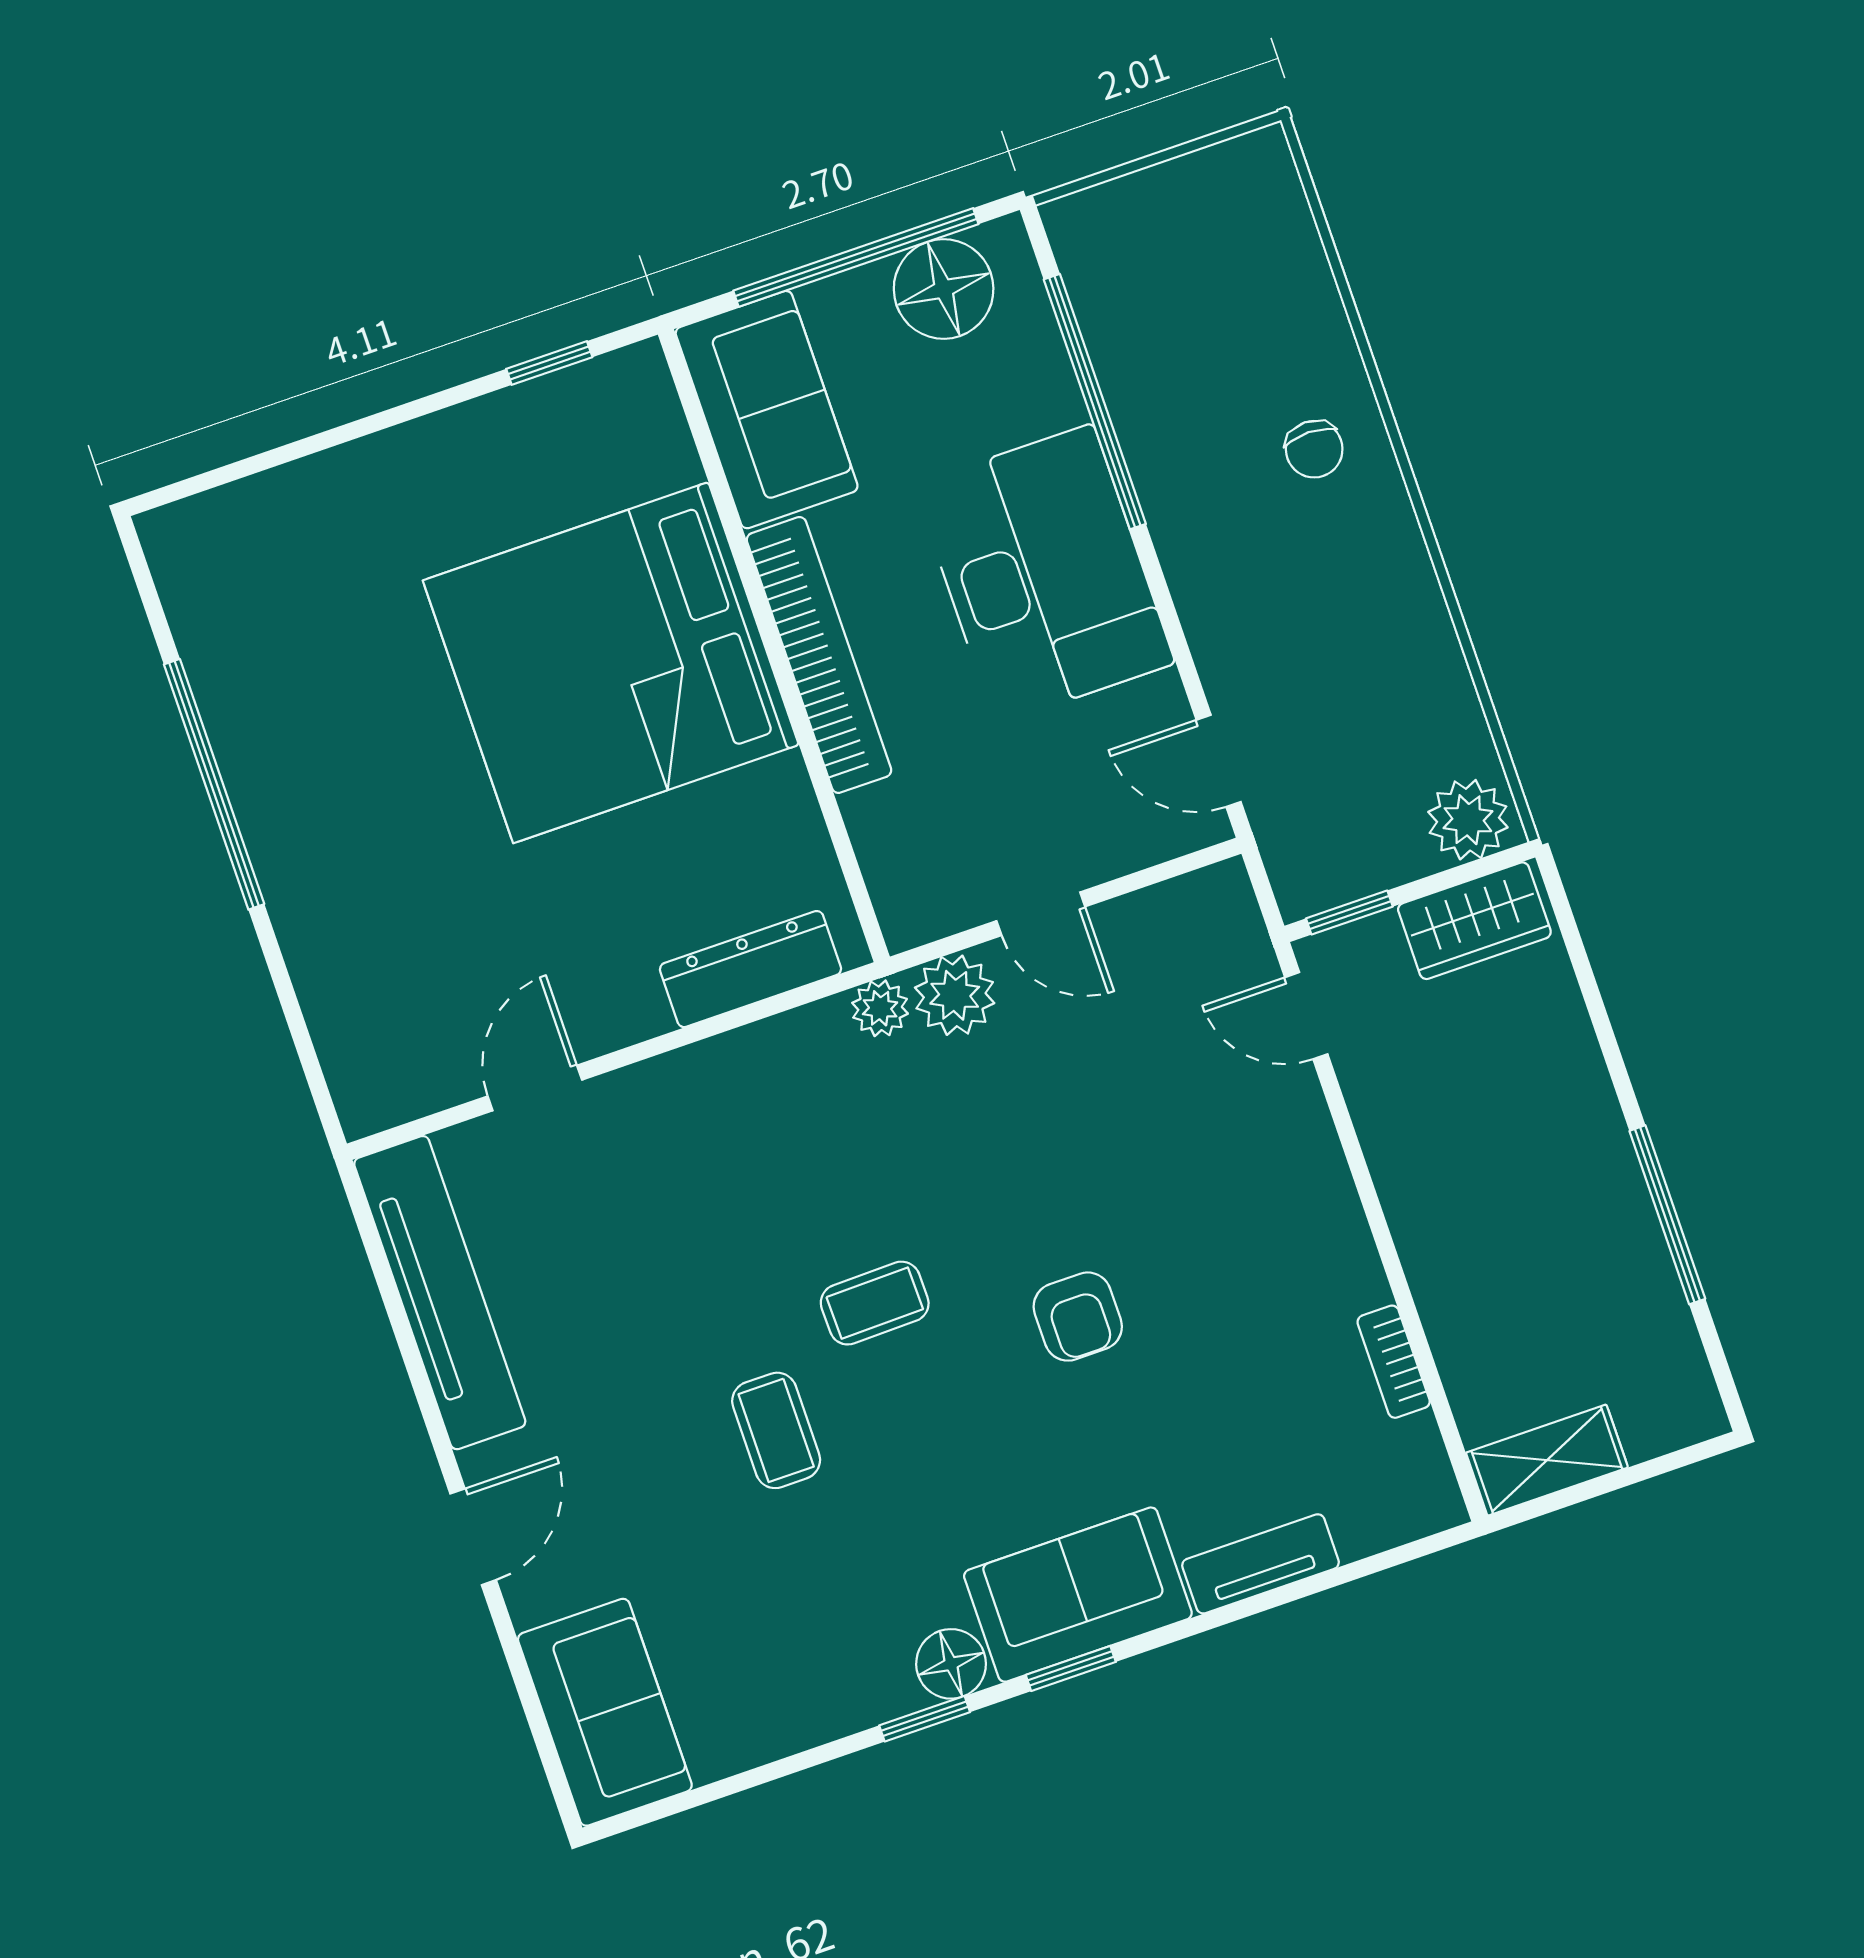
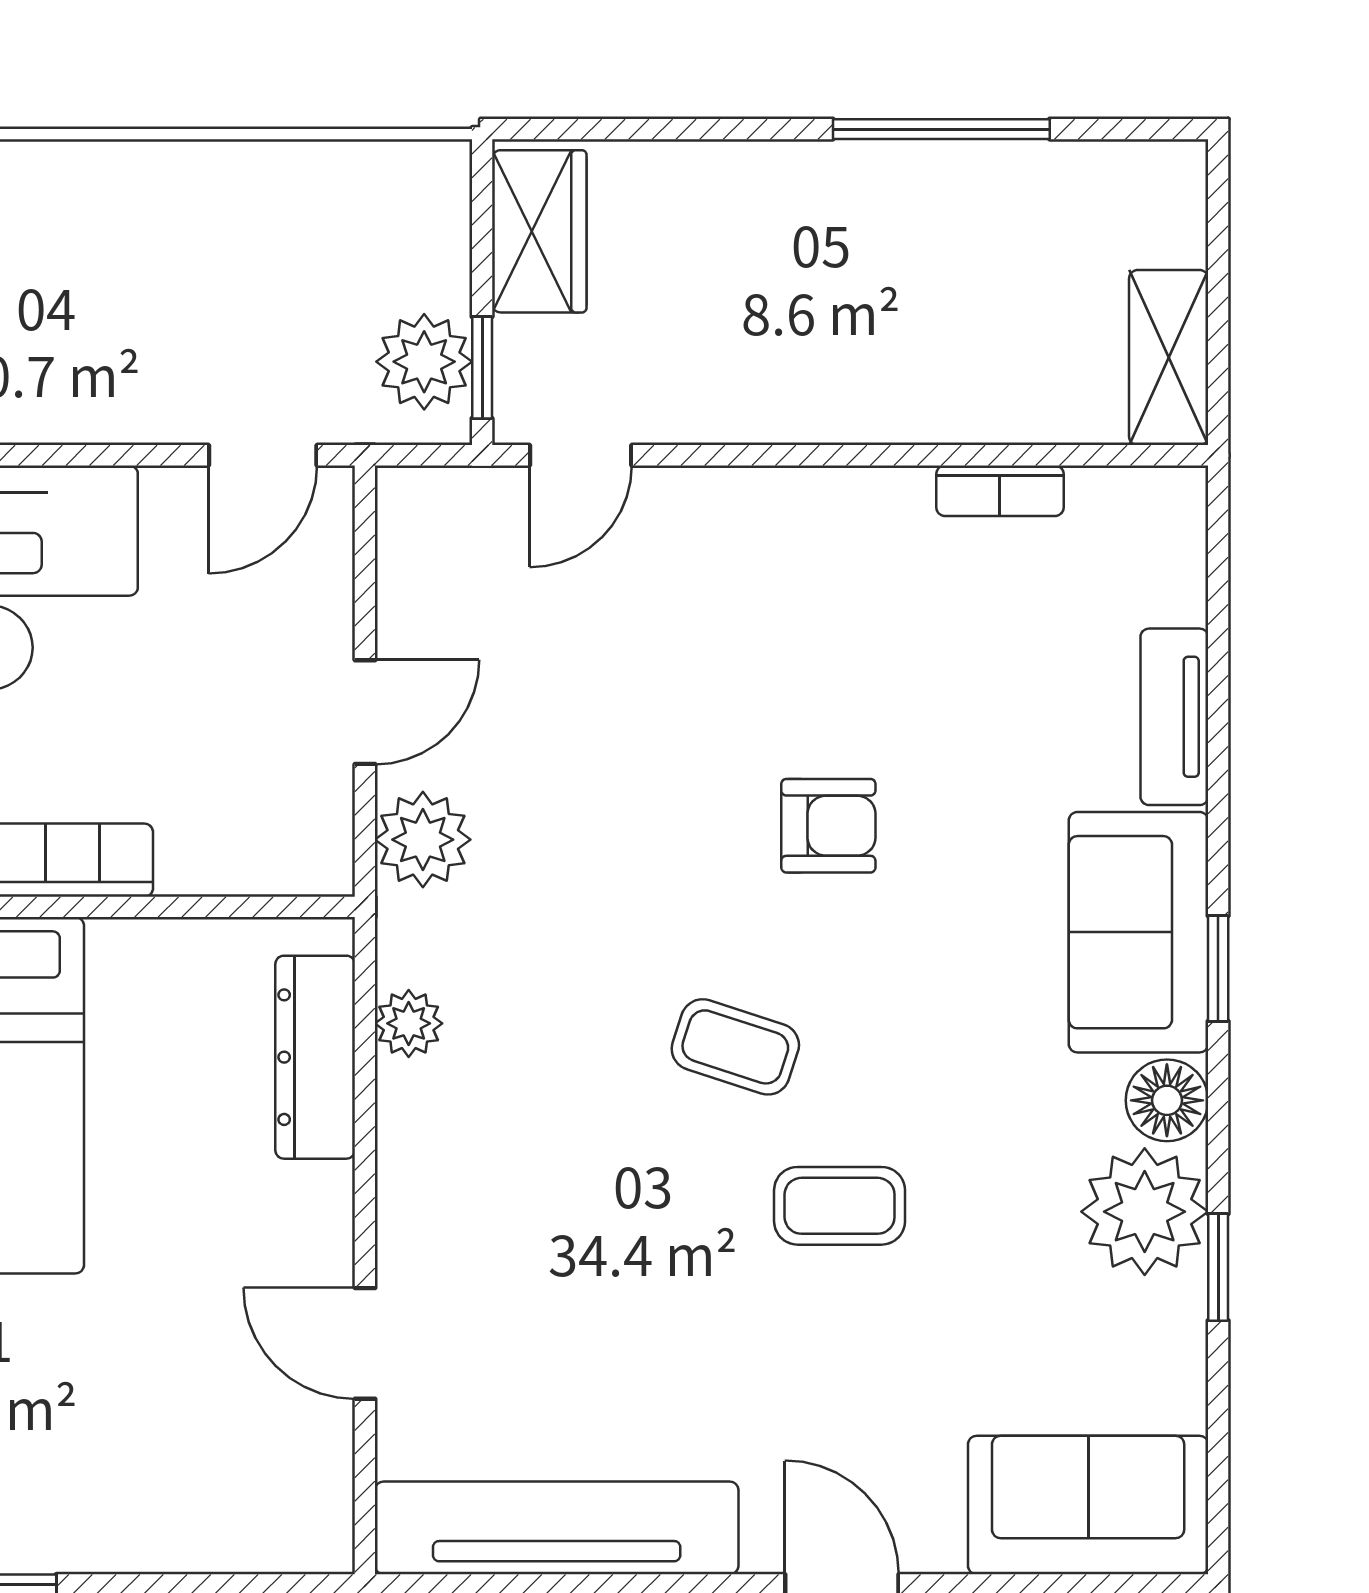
plant: (1468, 820) -> (424, 362), moved
plant: (880, 1008) -> (409, 1023), moved
coffee table: (875, 1303) -> (735, 1047), turned -71
plant: (856, 1677) -> (1145, 1212), added
window: (925, 1719) -> (1218, 1267), moved

